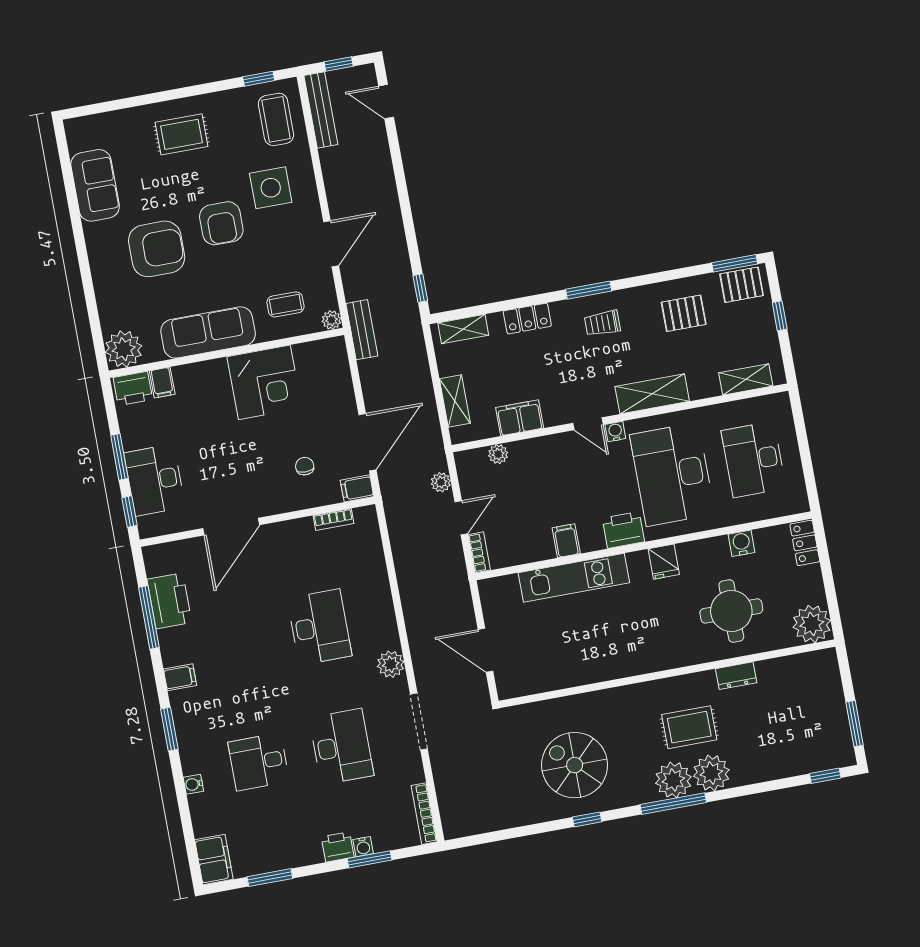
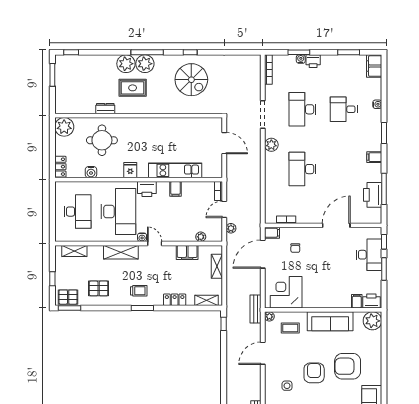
side table: (271, 188) -> (287, 386), width x0.54, depth x0.54
corner desk: (264, 382) -> (286, 292), moved
desk: (259, 762) -> (344, 109), turned 180

